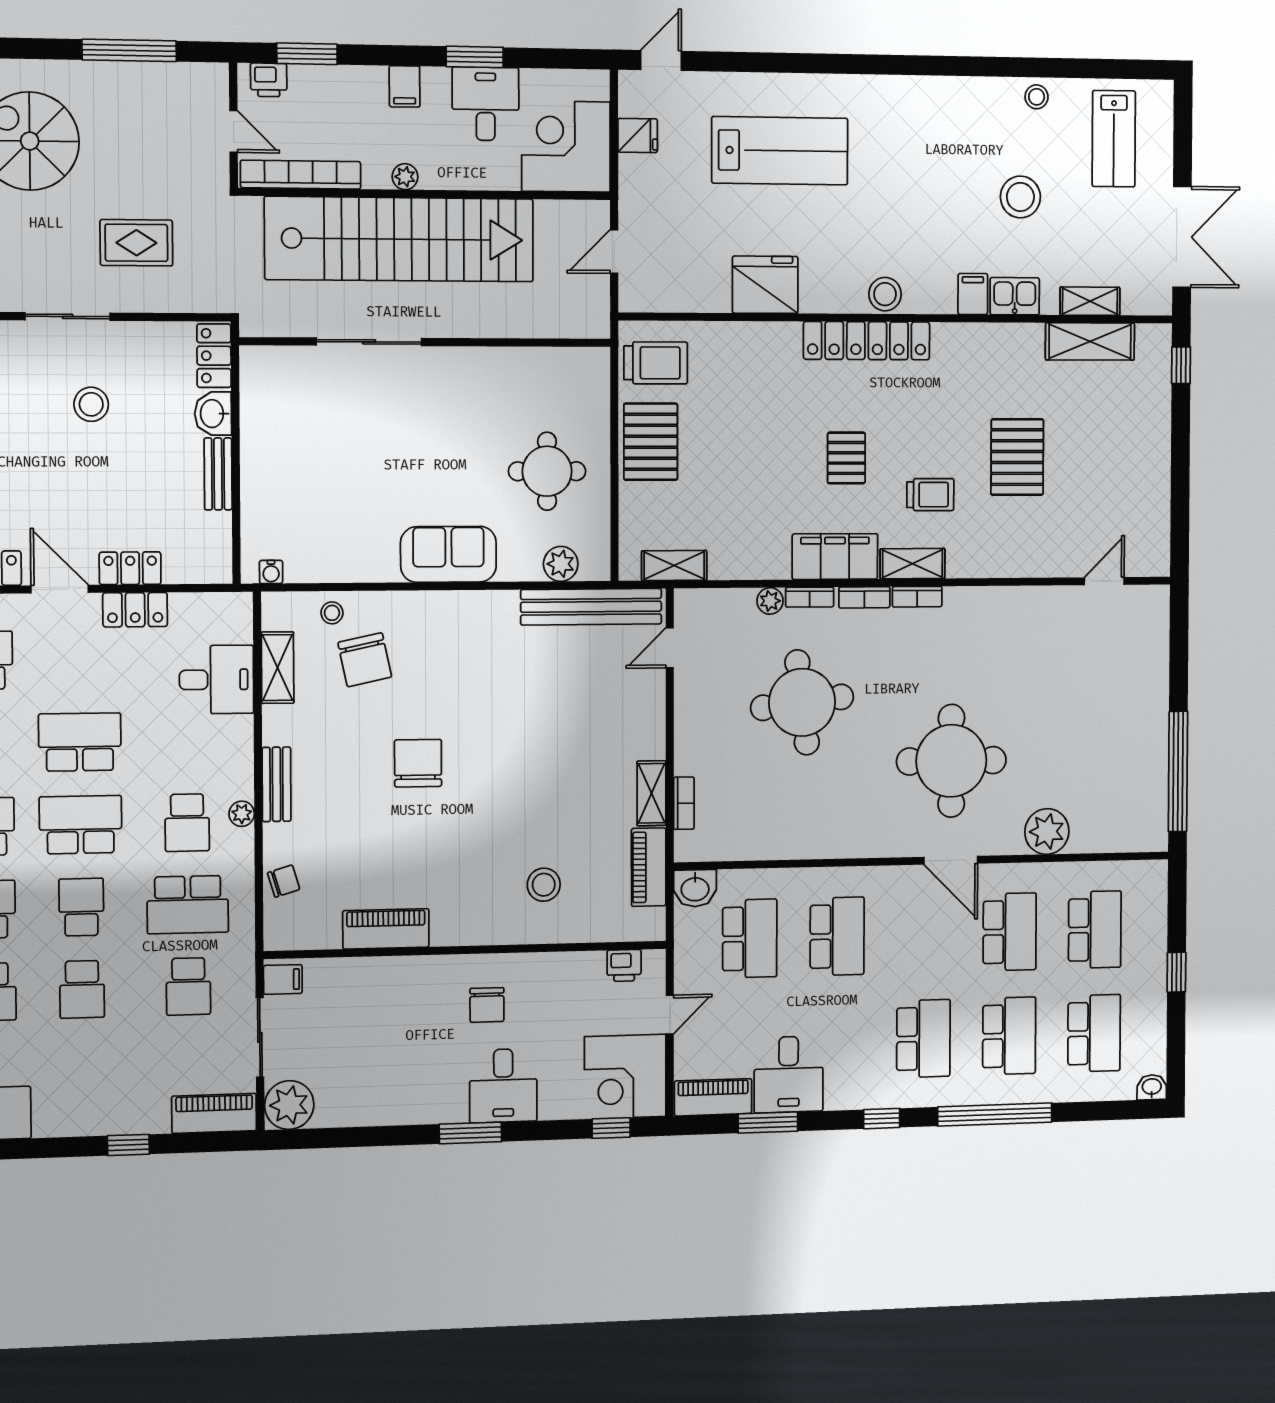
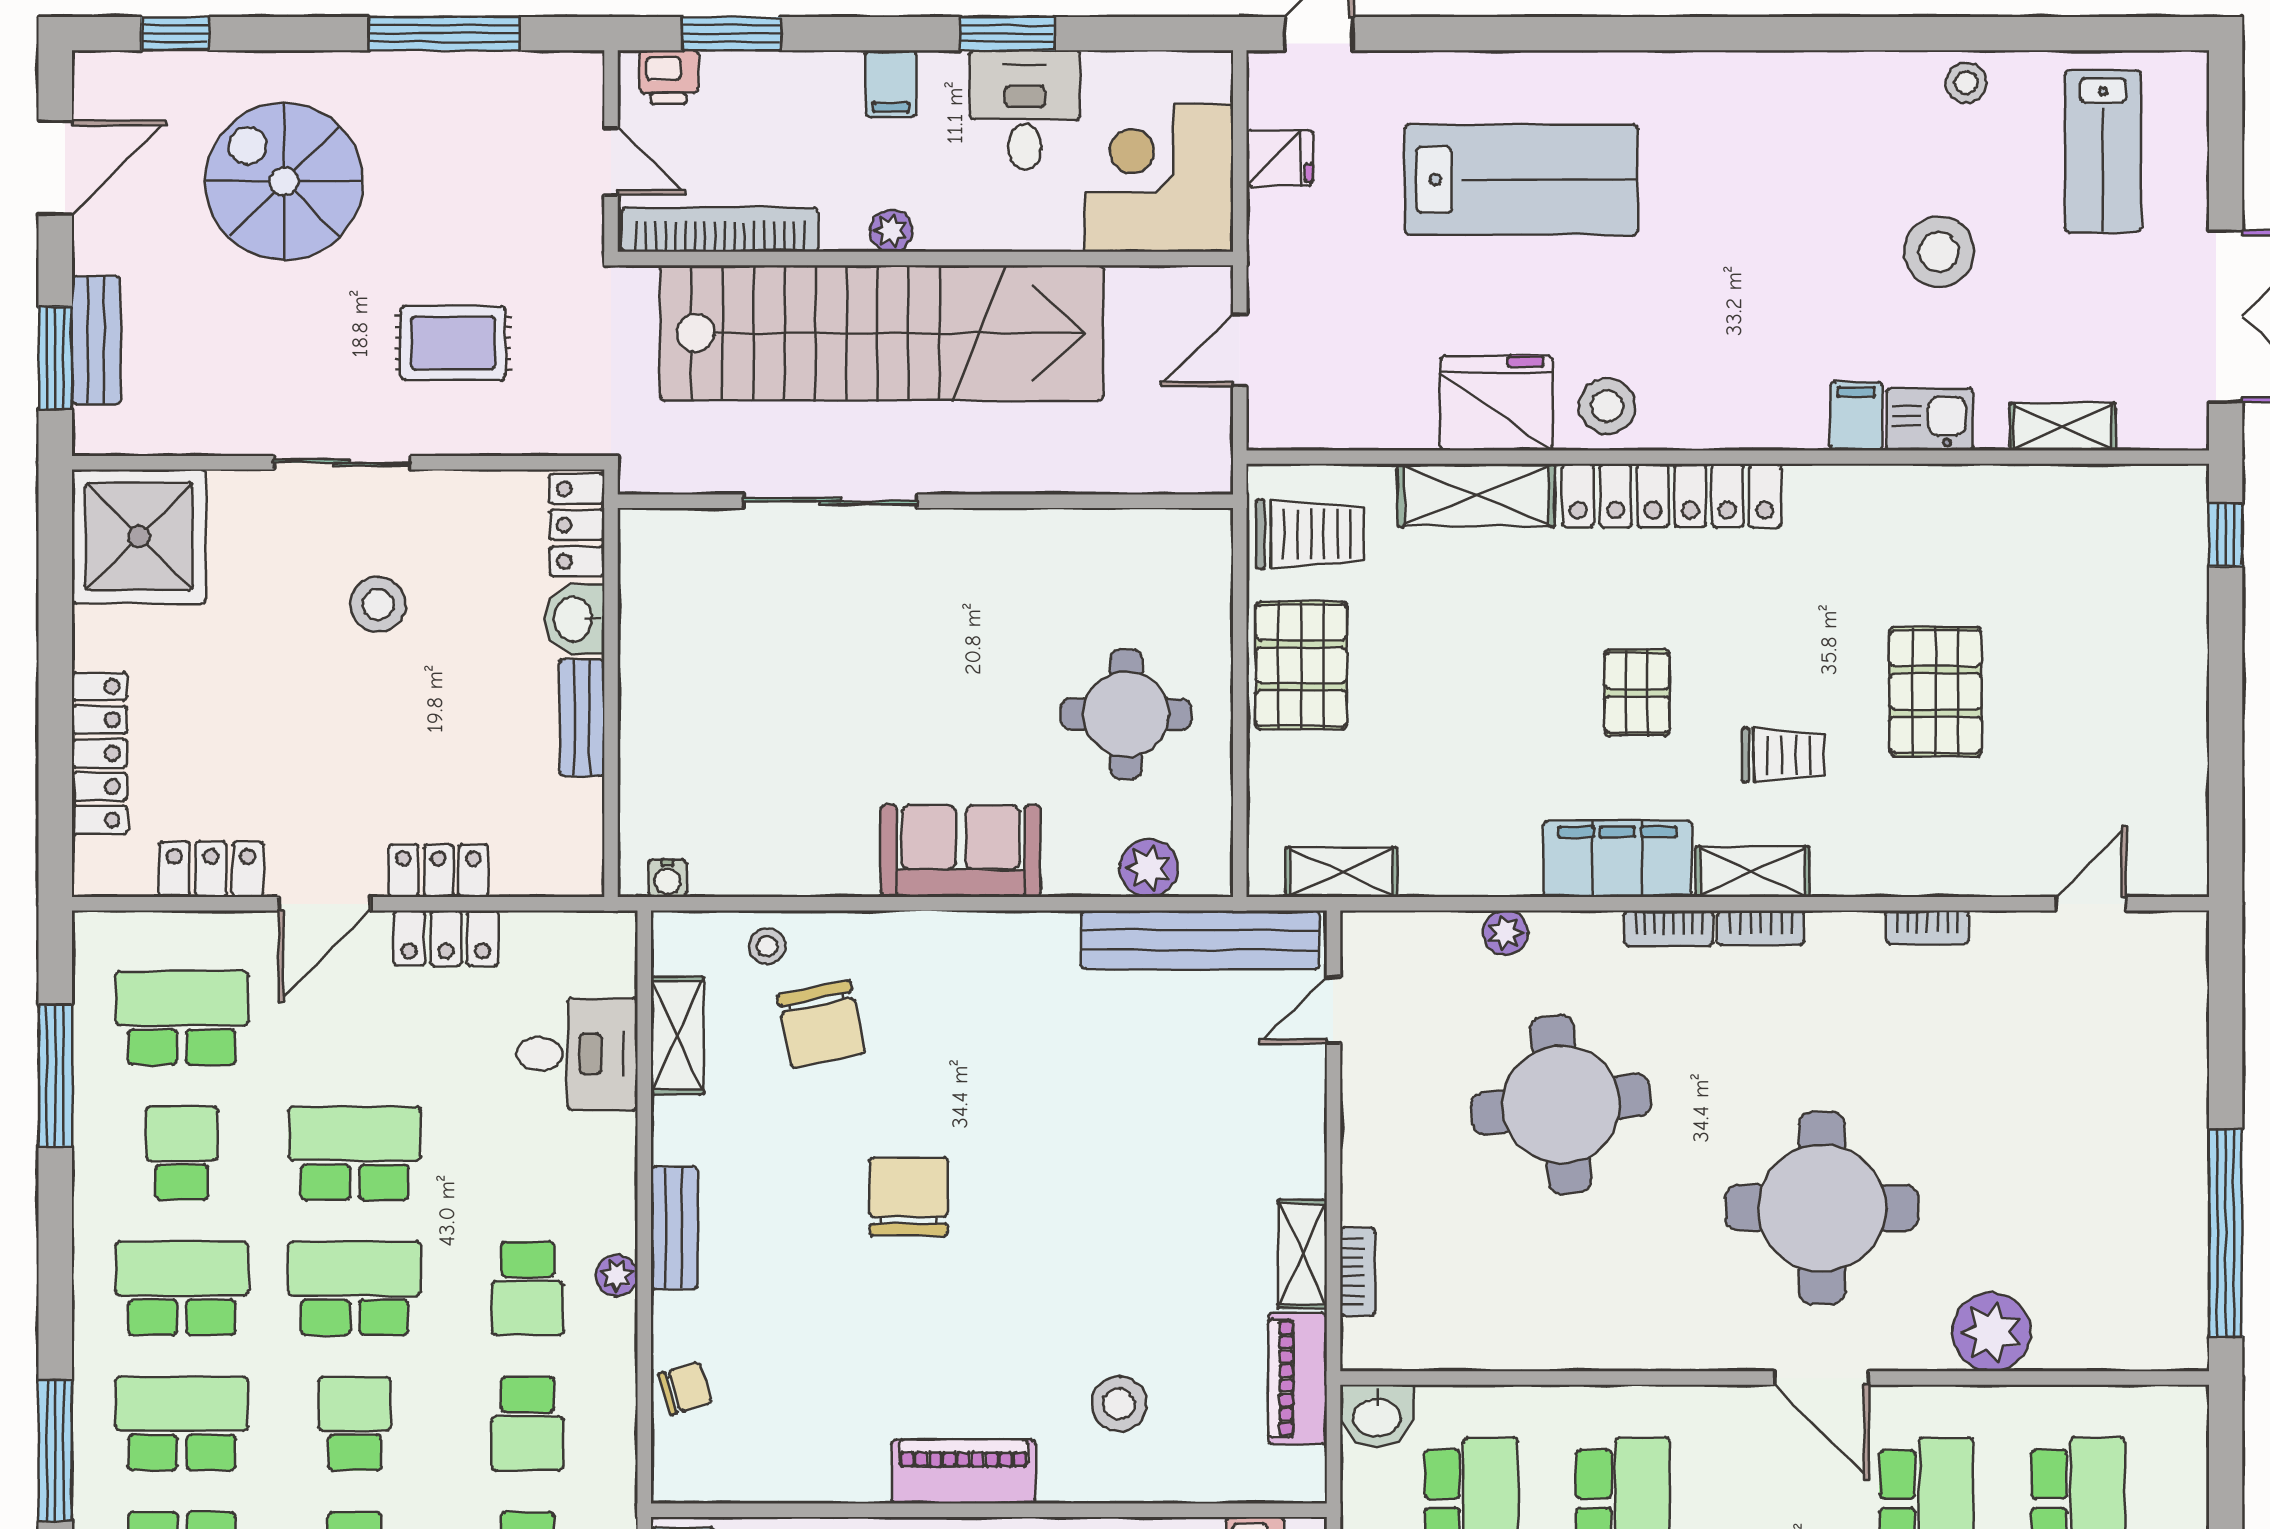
stool: (885, 294) -> (1607, 406), moved
shelving: (1090, 342) -> (1476, 495), moved
door: (60, 589) -> (325, 904), swing flipped
bookcase: (810, 597) -> (1927, 927), moved
school desk: (188, 905) -> (528, 1423), width x0.54
piano: (386, 929) -> (964, 1472), moved

